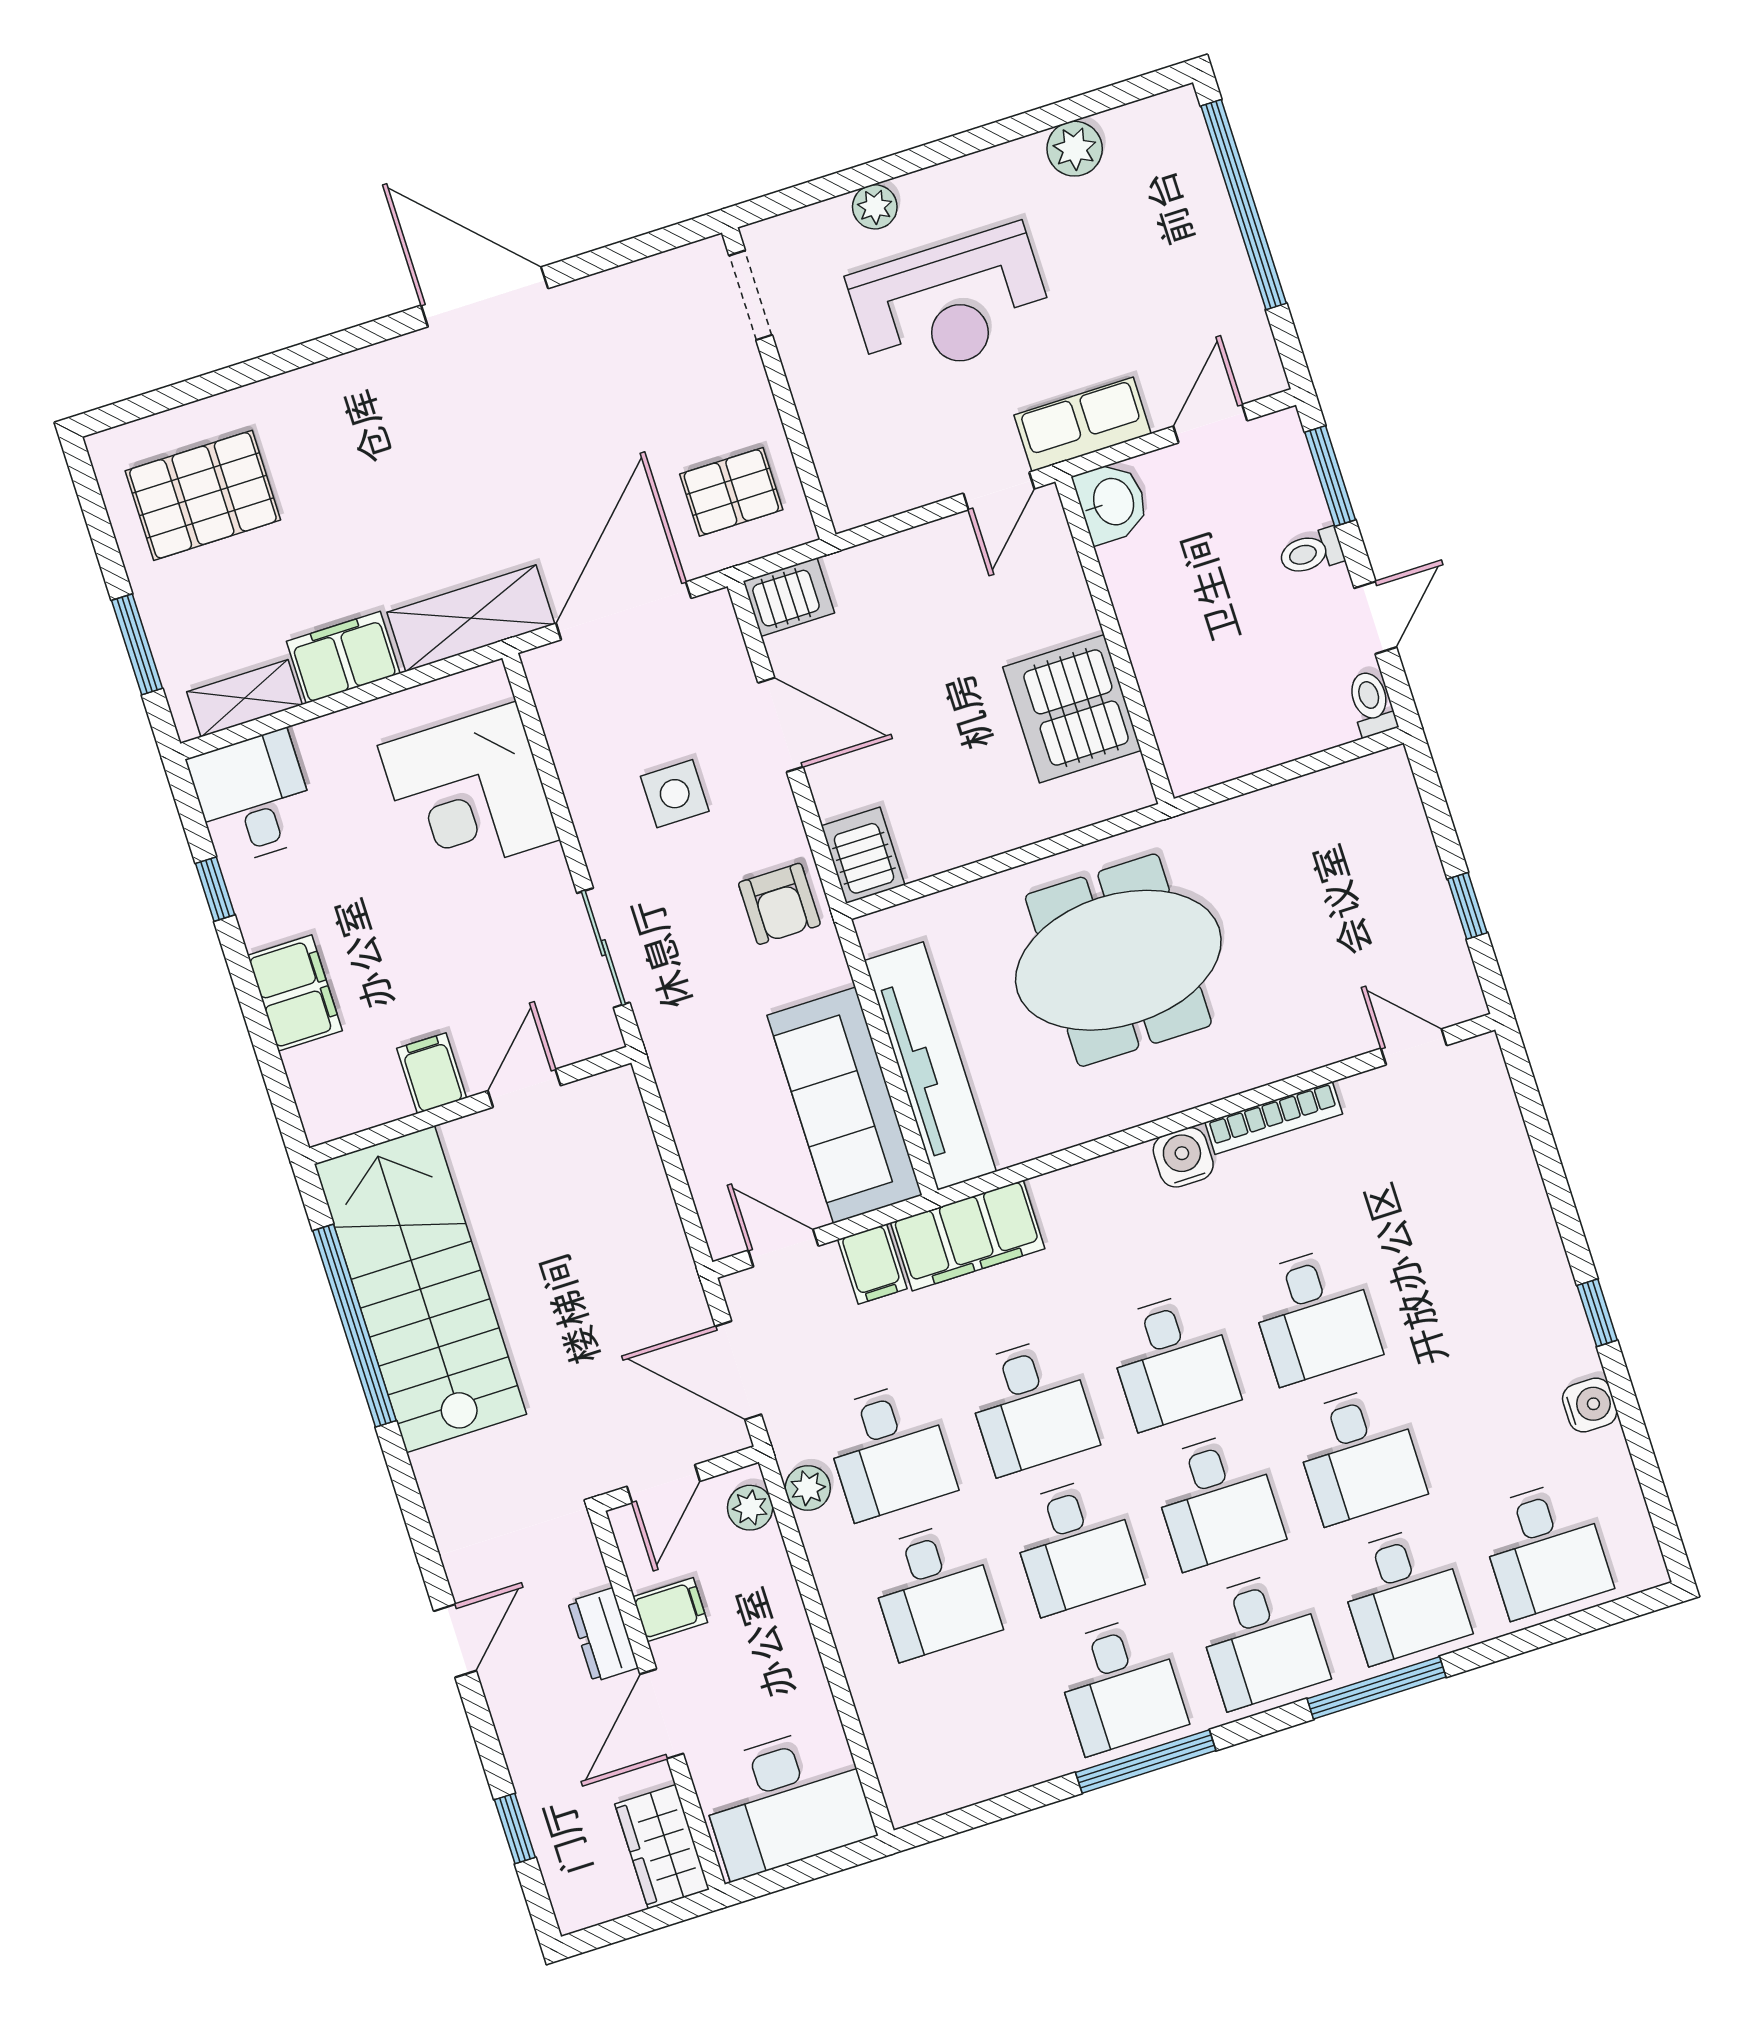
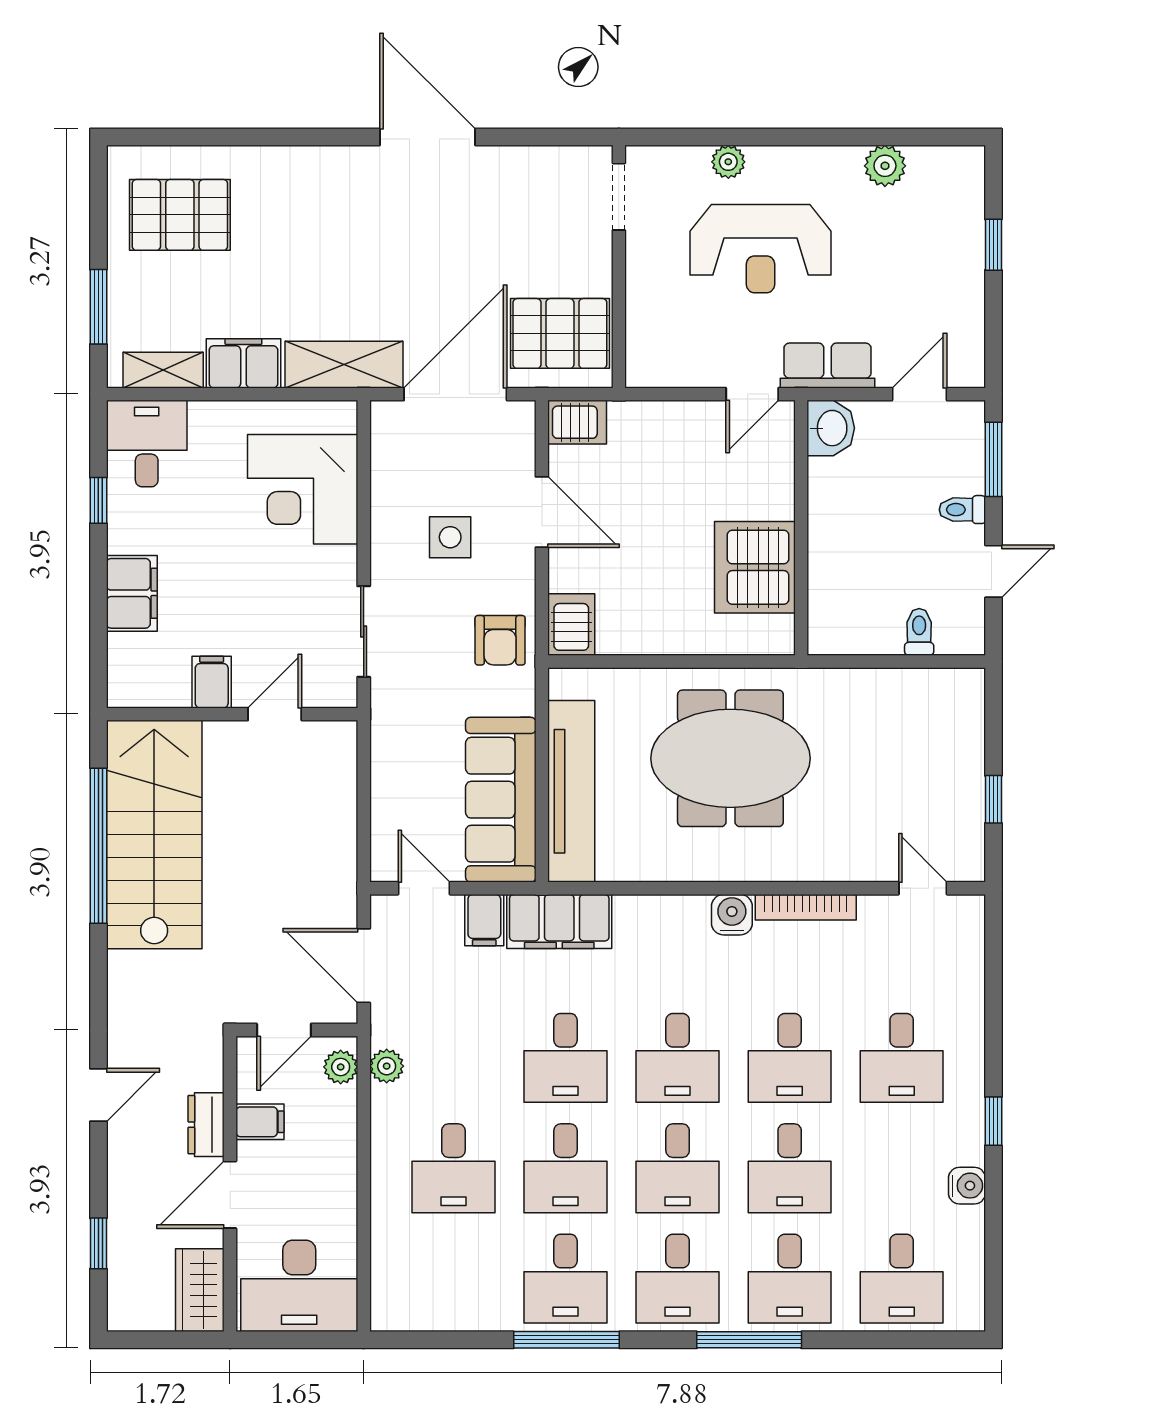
window: (1244, 205) -> (993, 245), width x0.32
pallet: (731, 492) -> (560, 333), width x1.50, depth x1.42
toilet: (1371, 703) -> (919, 632), moved
desk: (889, 1451) -> (902, 1058), moved

